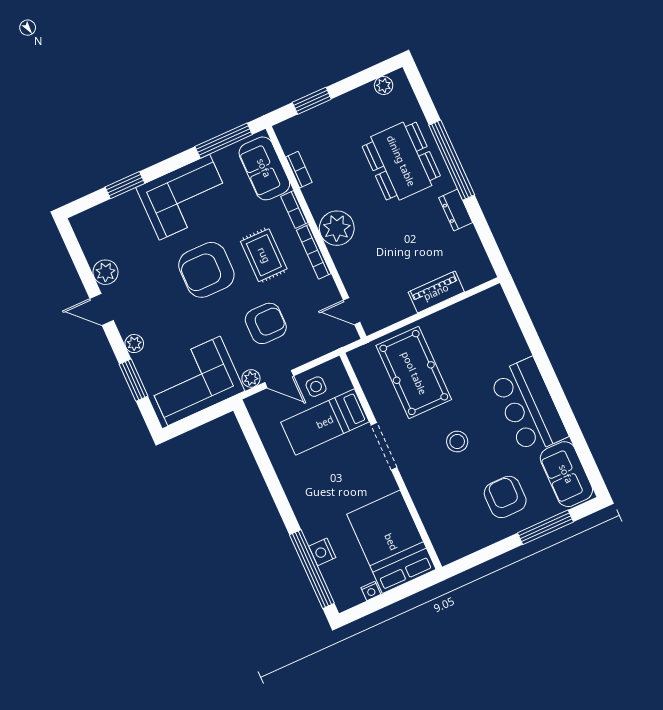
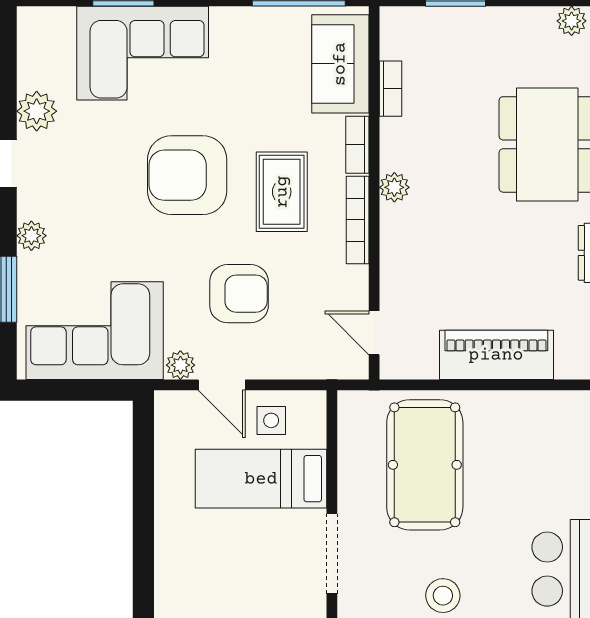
corner sofa: (184, 197) -> (143, 53), moved
plant: (337, 228) -> (394, 187), width x0.53, depth x0.53
piano: (436, 292) -> (496, 355), width x1.37, depth x1.33

